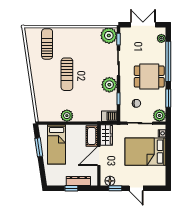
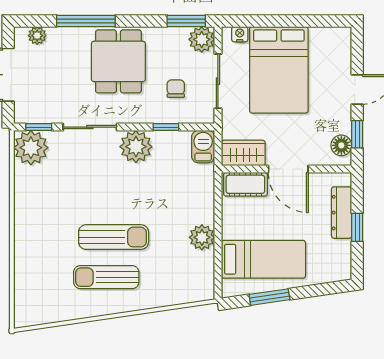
sun lounger: (47, 44) -> (106, 277), moved
window: (168, 61) -> (86, 21), width x0.68
window: (168, 98) -> (186, 21), moved

